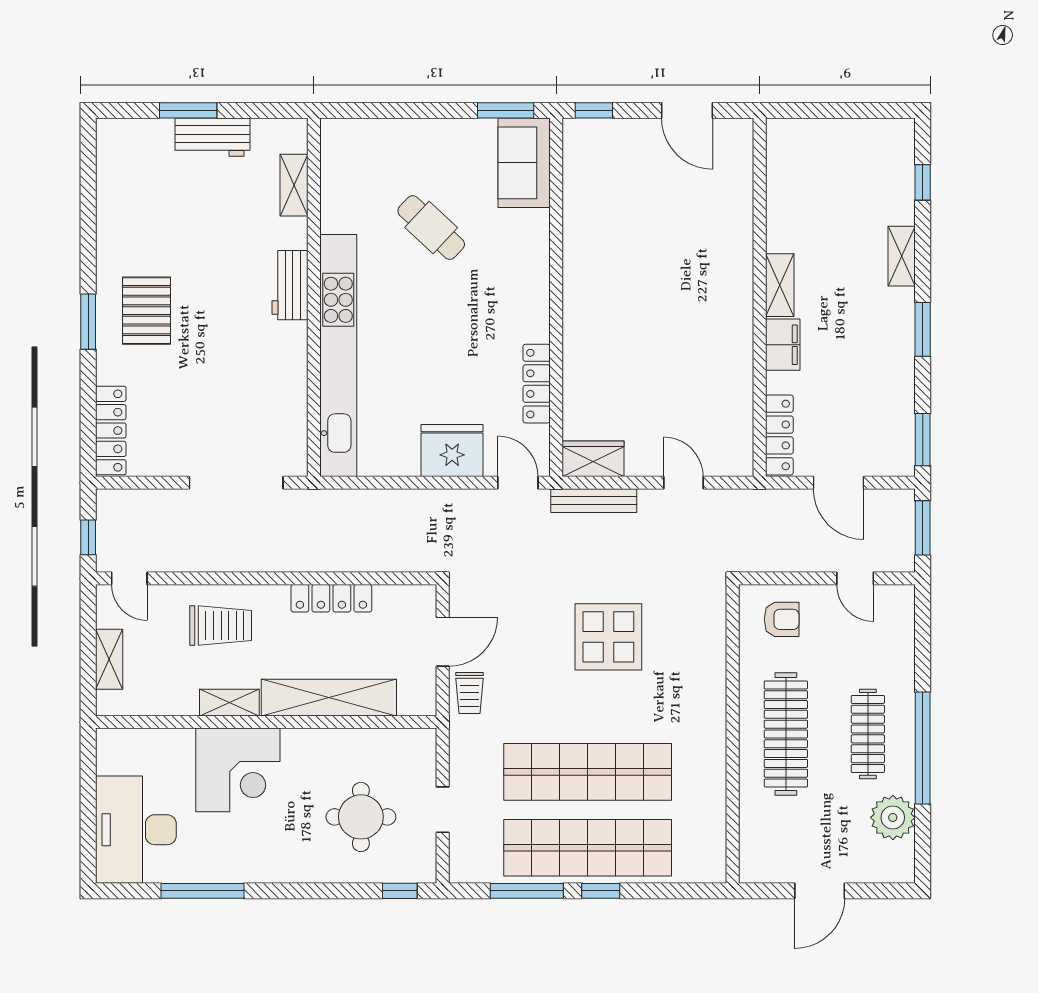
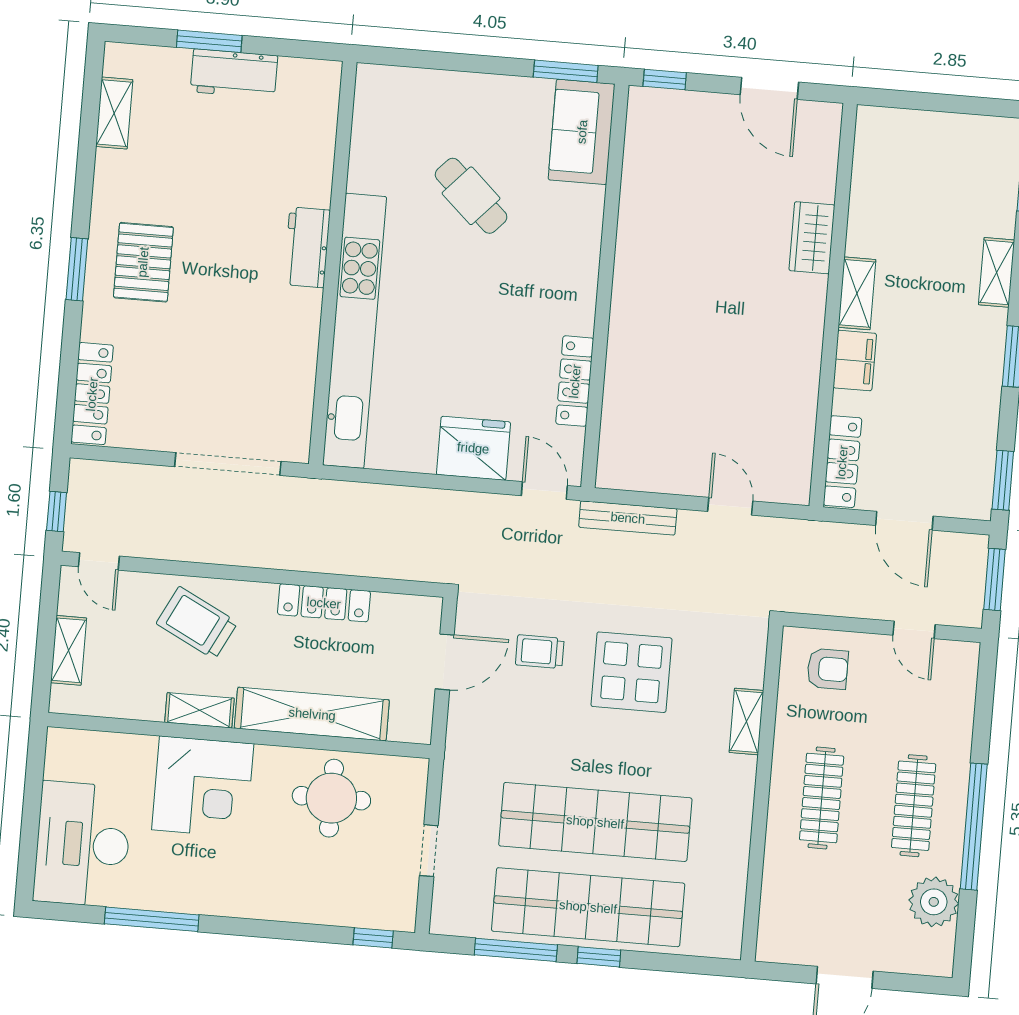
shelving: (294, 185) -> (114, 113), moved
wardrobe: (593, 459) -> (812, 238), moved, turned -90
trolley: (221, 626) -> (197, 623), turned -153
shelving: (714, 672) -> (746, 721), added
trolley: (469, 693) -> (540, 652), moved, turned 90
clothes rail: (786, 734) -> (822, 798), width x0.73, depth x0.76
round table: (361, 817) -> (331, 798), moved

